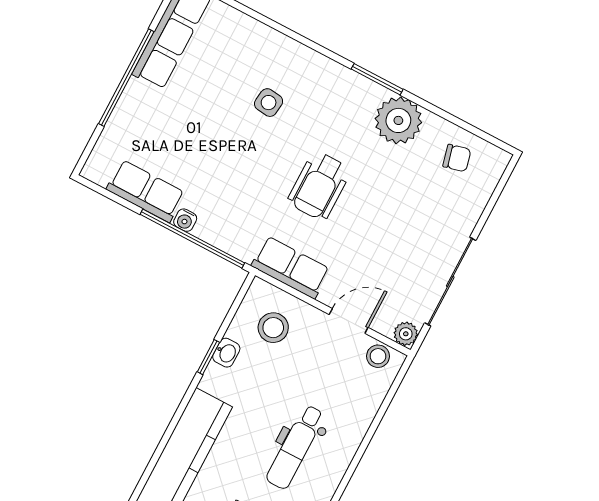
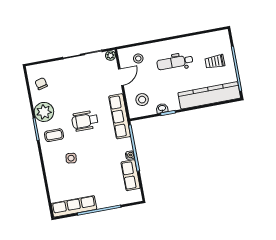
coffee table: (338, 105) -> (54, 135), added
wheelchair: (319, 186) -> (85, 121), turned 180
row of seats: (291, 267) -> (120, 116), width x1.48
door: (349, 321) -> (121, 77), swing flipped
stool: (378, 356) -> (138, 58), moved
dental chair: (295, 447) -> (175, 62), turned 180

